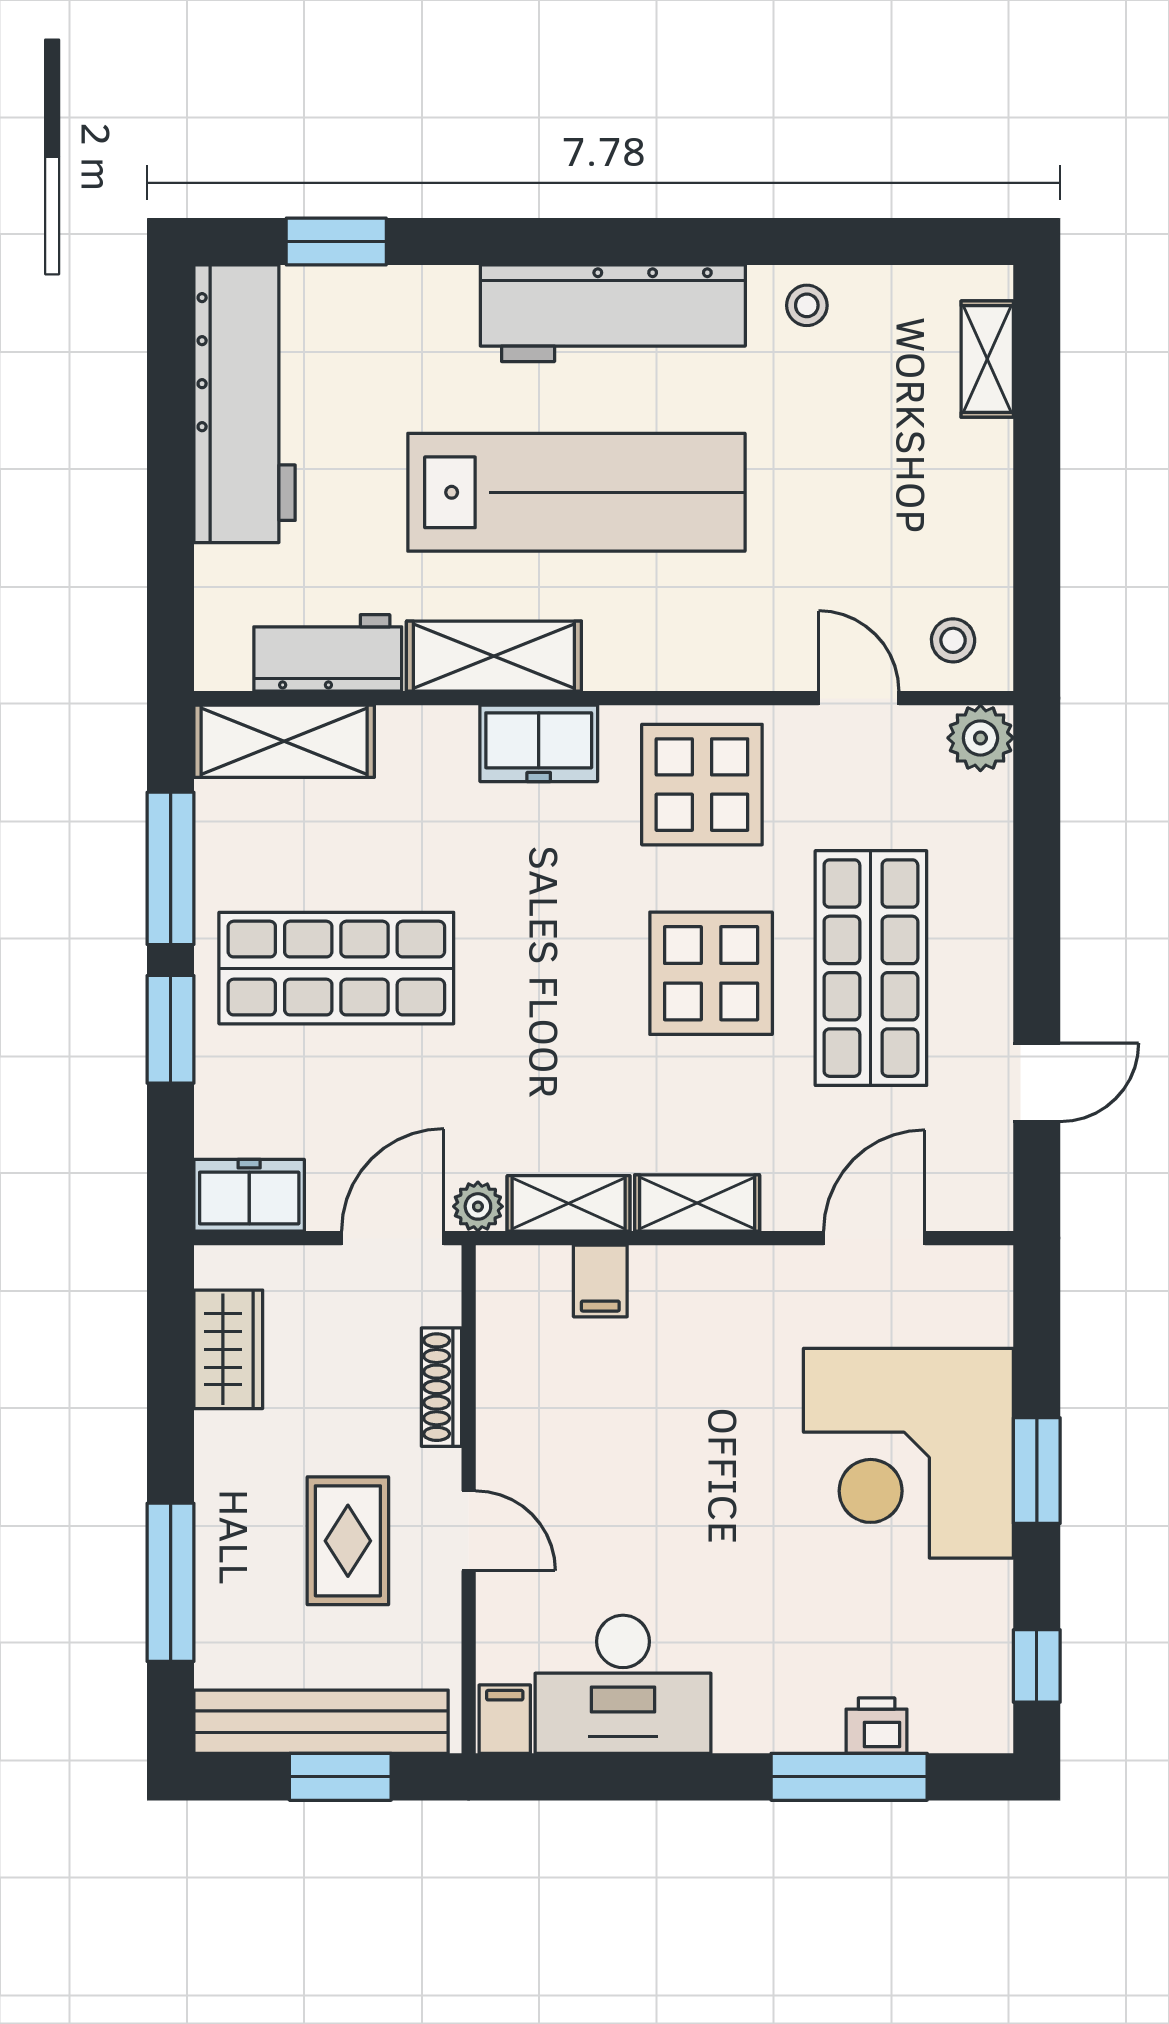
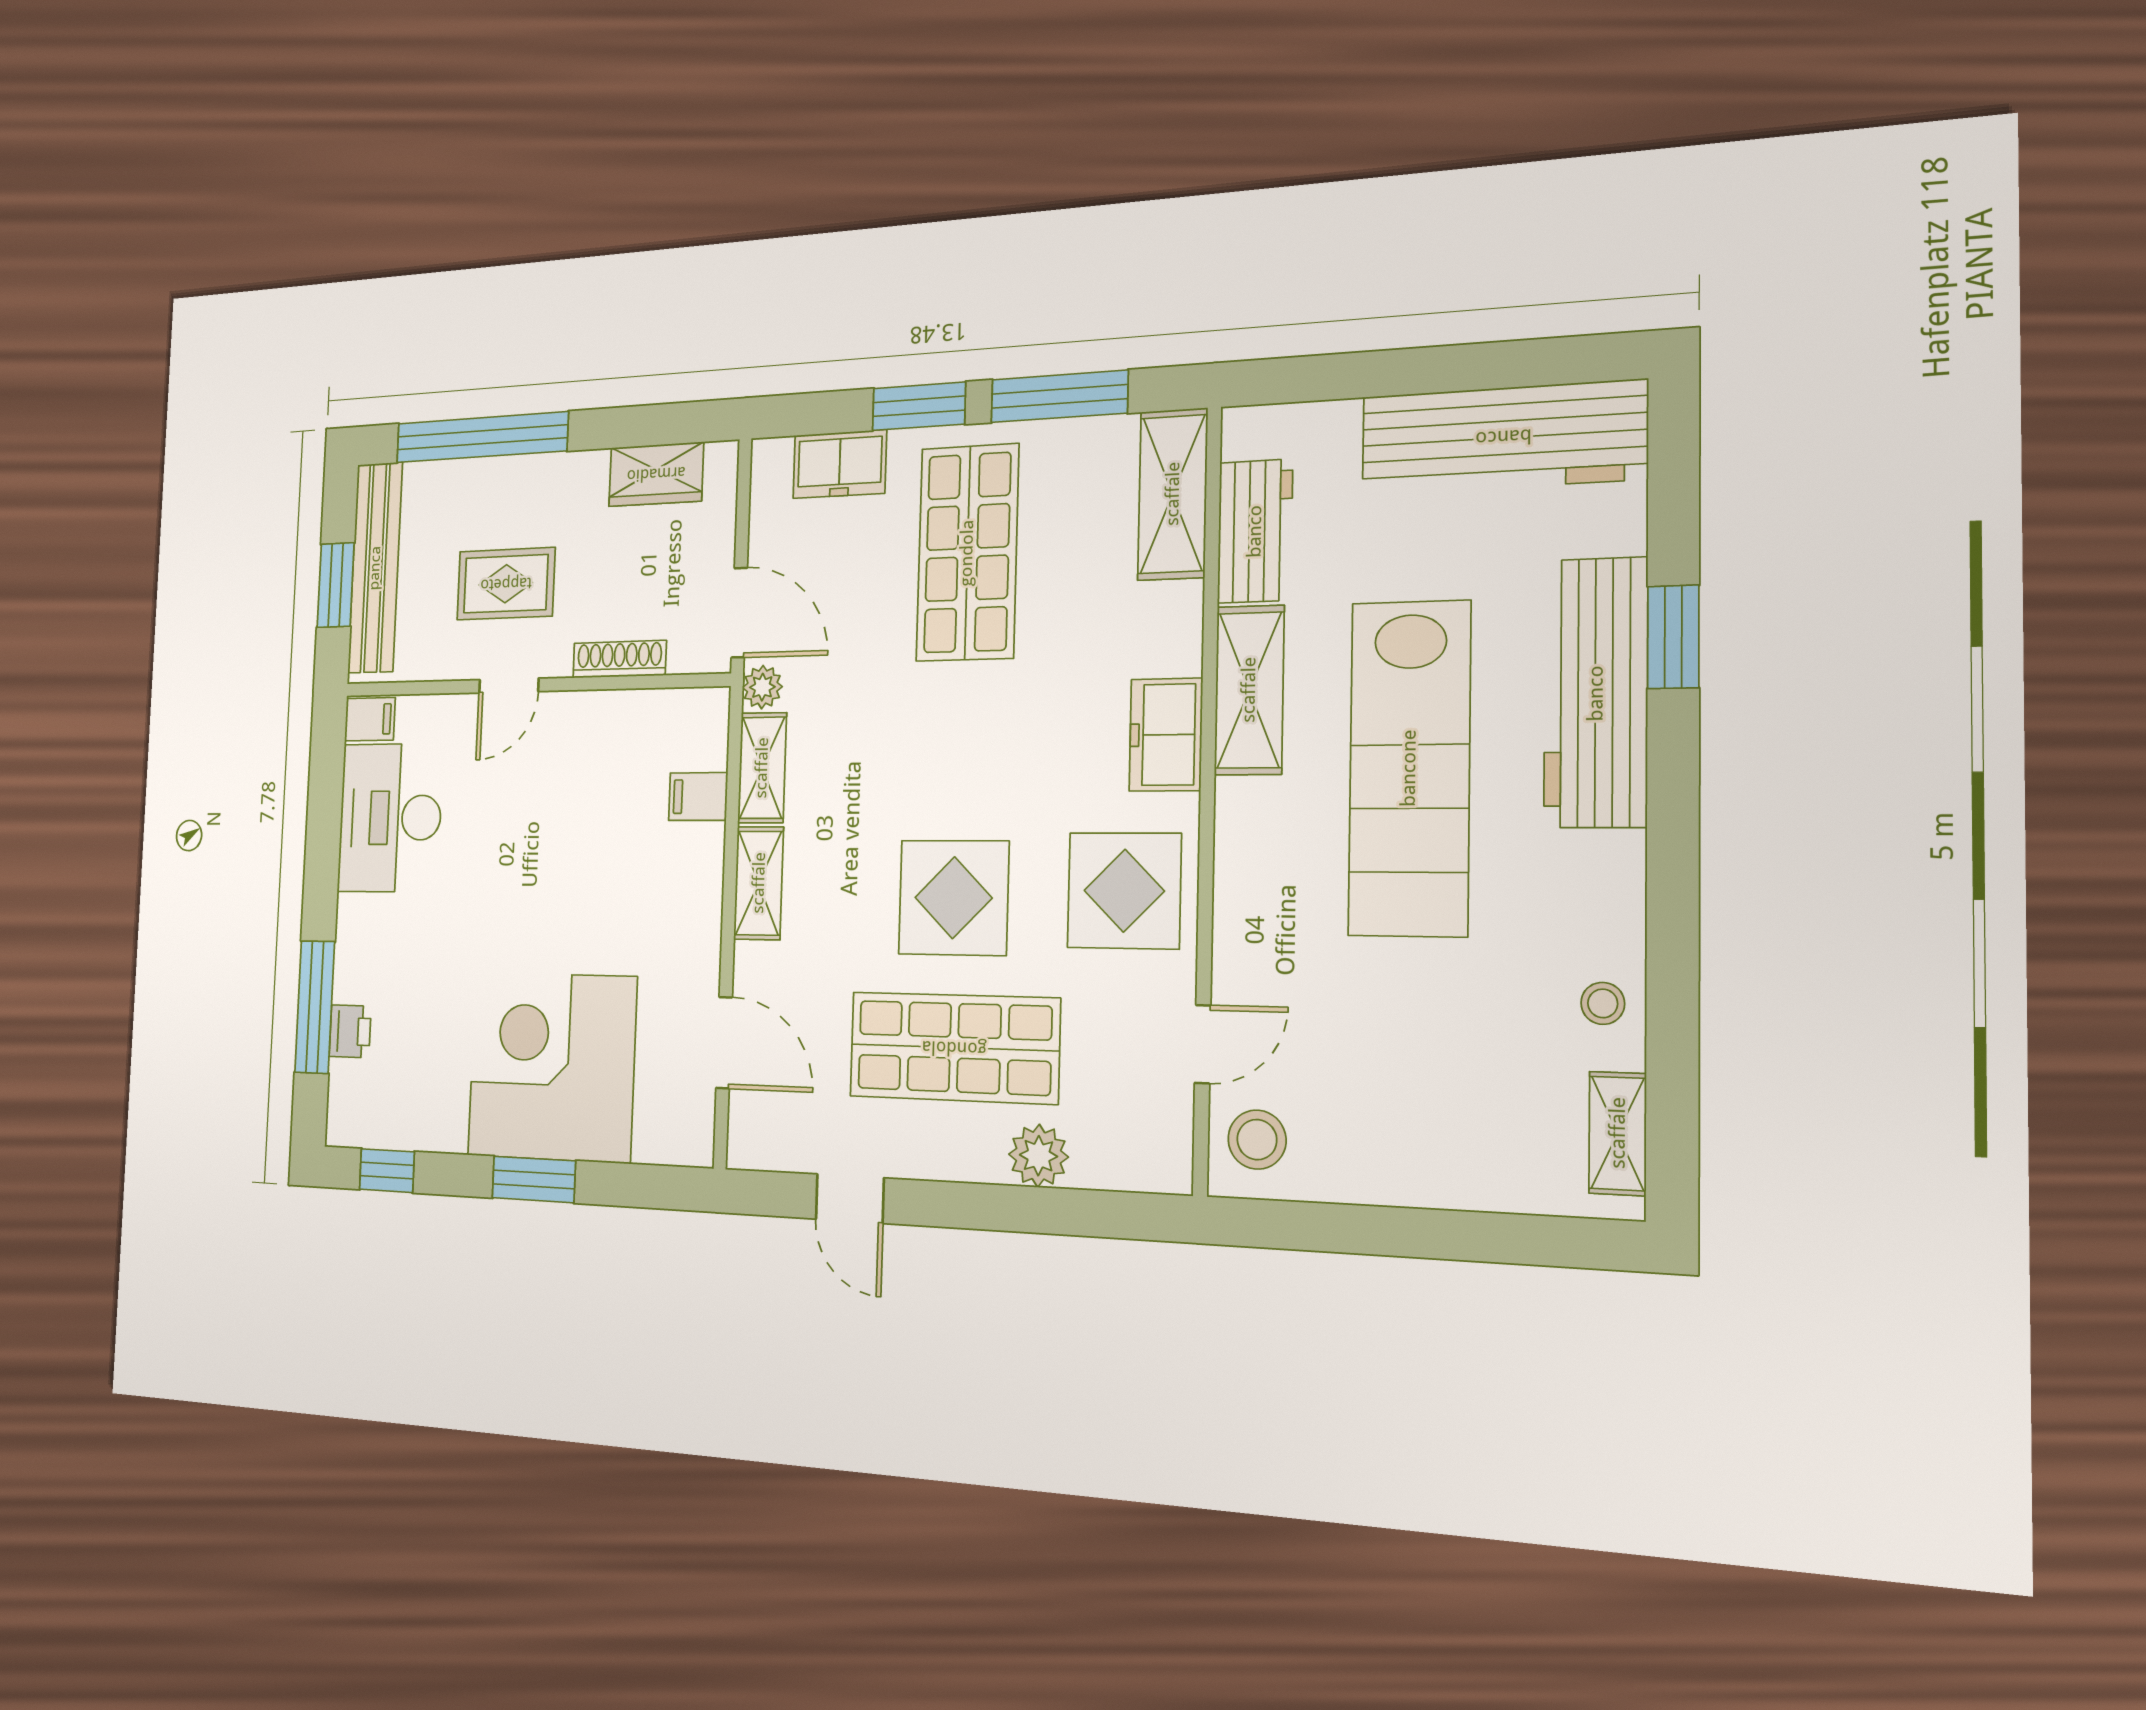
window: (336, 242) -> (1673, 637), moved
workbench: (613, 313) -> (1596, 693), moved
shelving: (987, 359) -> (1618, 1133), moved, turned 90
stool: (953, 640) -> (1257, 1140), width x1.37, depth x1.37
plant: (980, 738) -> (1039, 1156), moved
freezer: (249, 1195) -> (840, 464), moved, turned 90
window: (171, 1582) -> (482, 437), width x1.46

